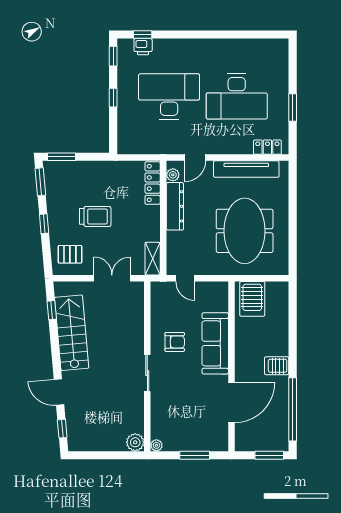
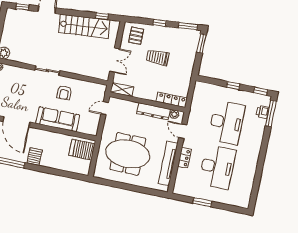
window: (143, 35) -> (271, 113), width x2.17
desk: (237, 96) -> (217, 167), turned 180
locker: (267, 147) -> (184, 158), moved
trolley: (95, 216) -> (158, 58), turned 90

